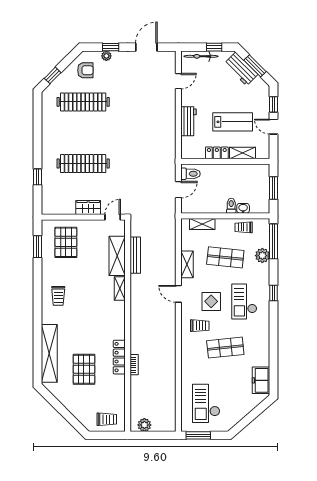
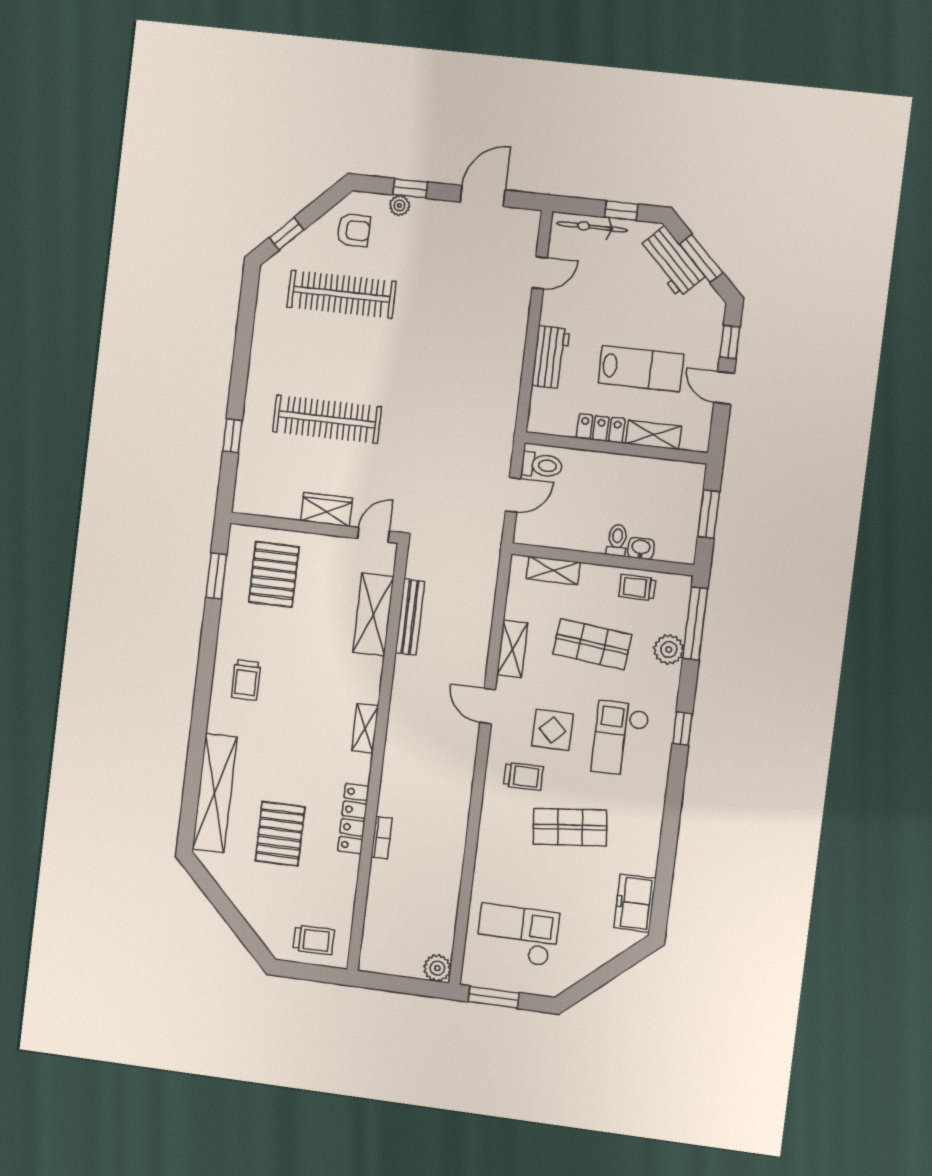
shelving: (120, 289) -> (365, 728), moved
checkout: (206, 403) -> (517, 935), turned 90
plant: (144, 425) -> (437, 968), moved

